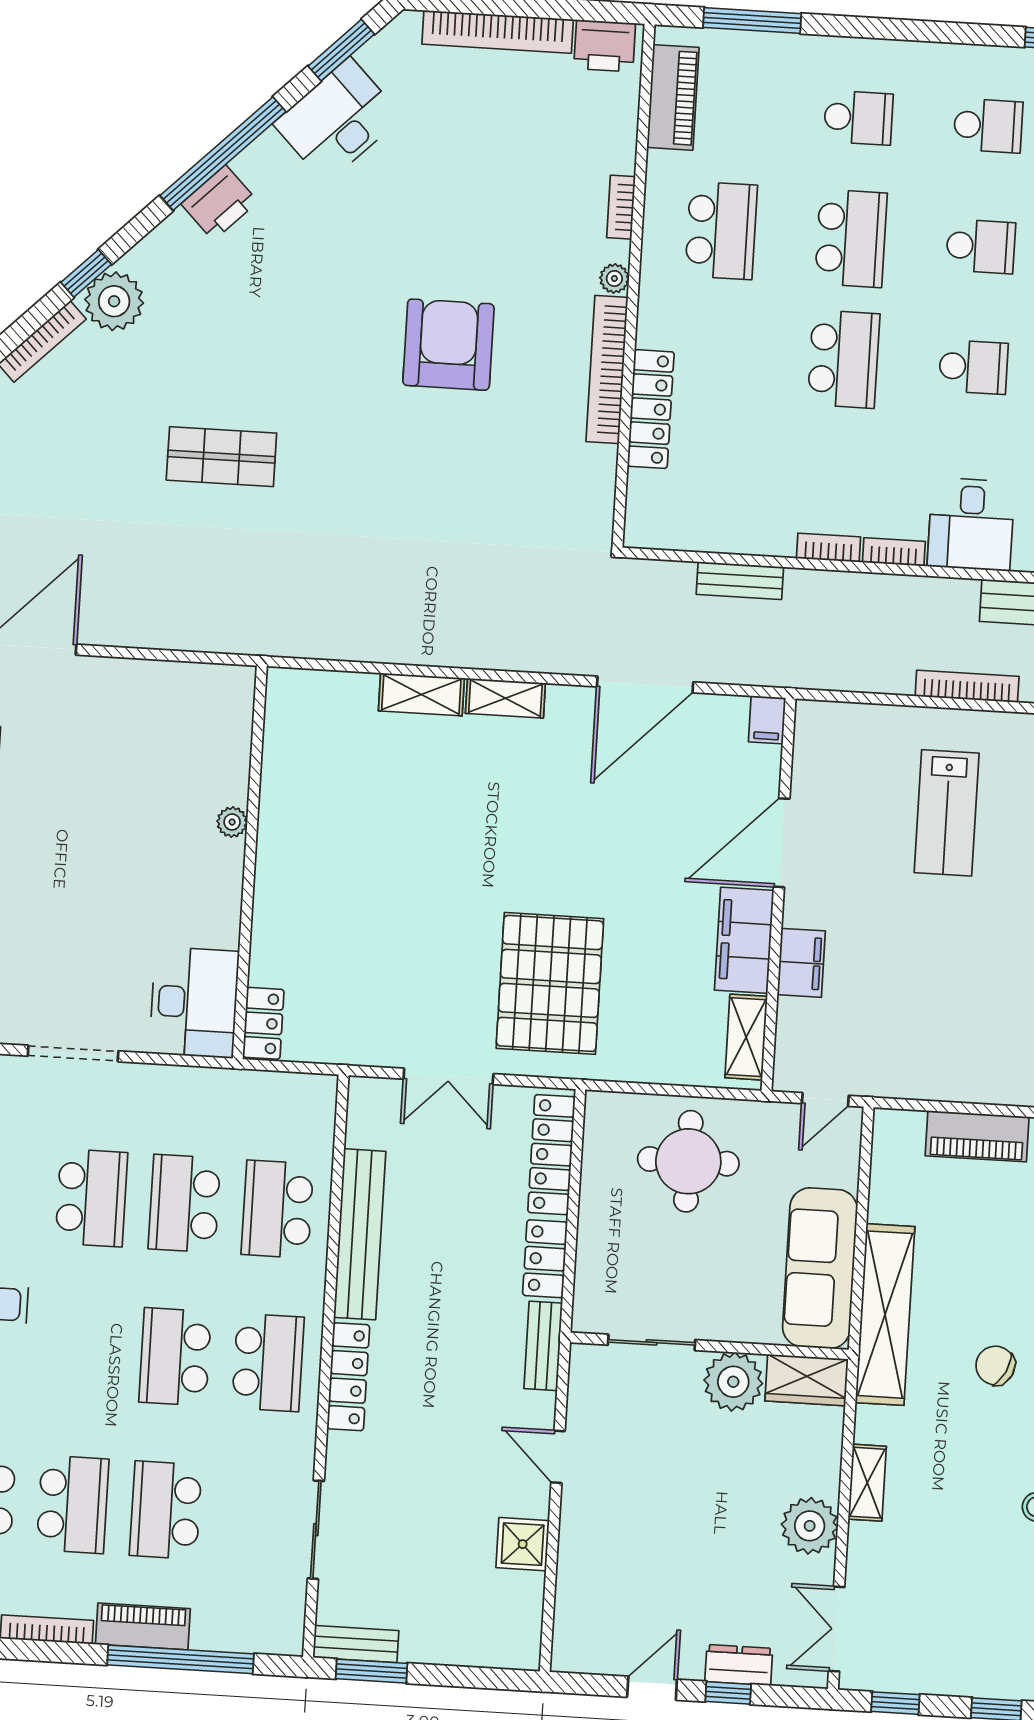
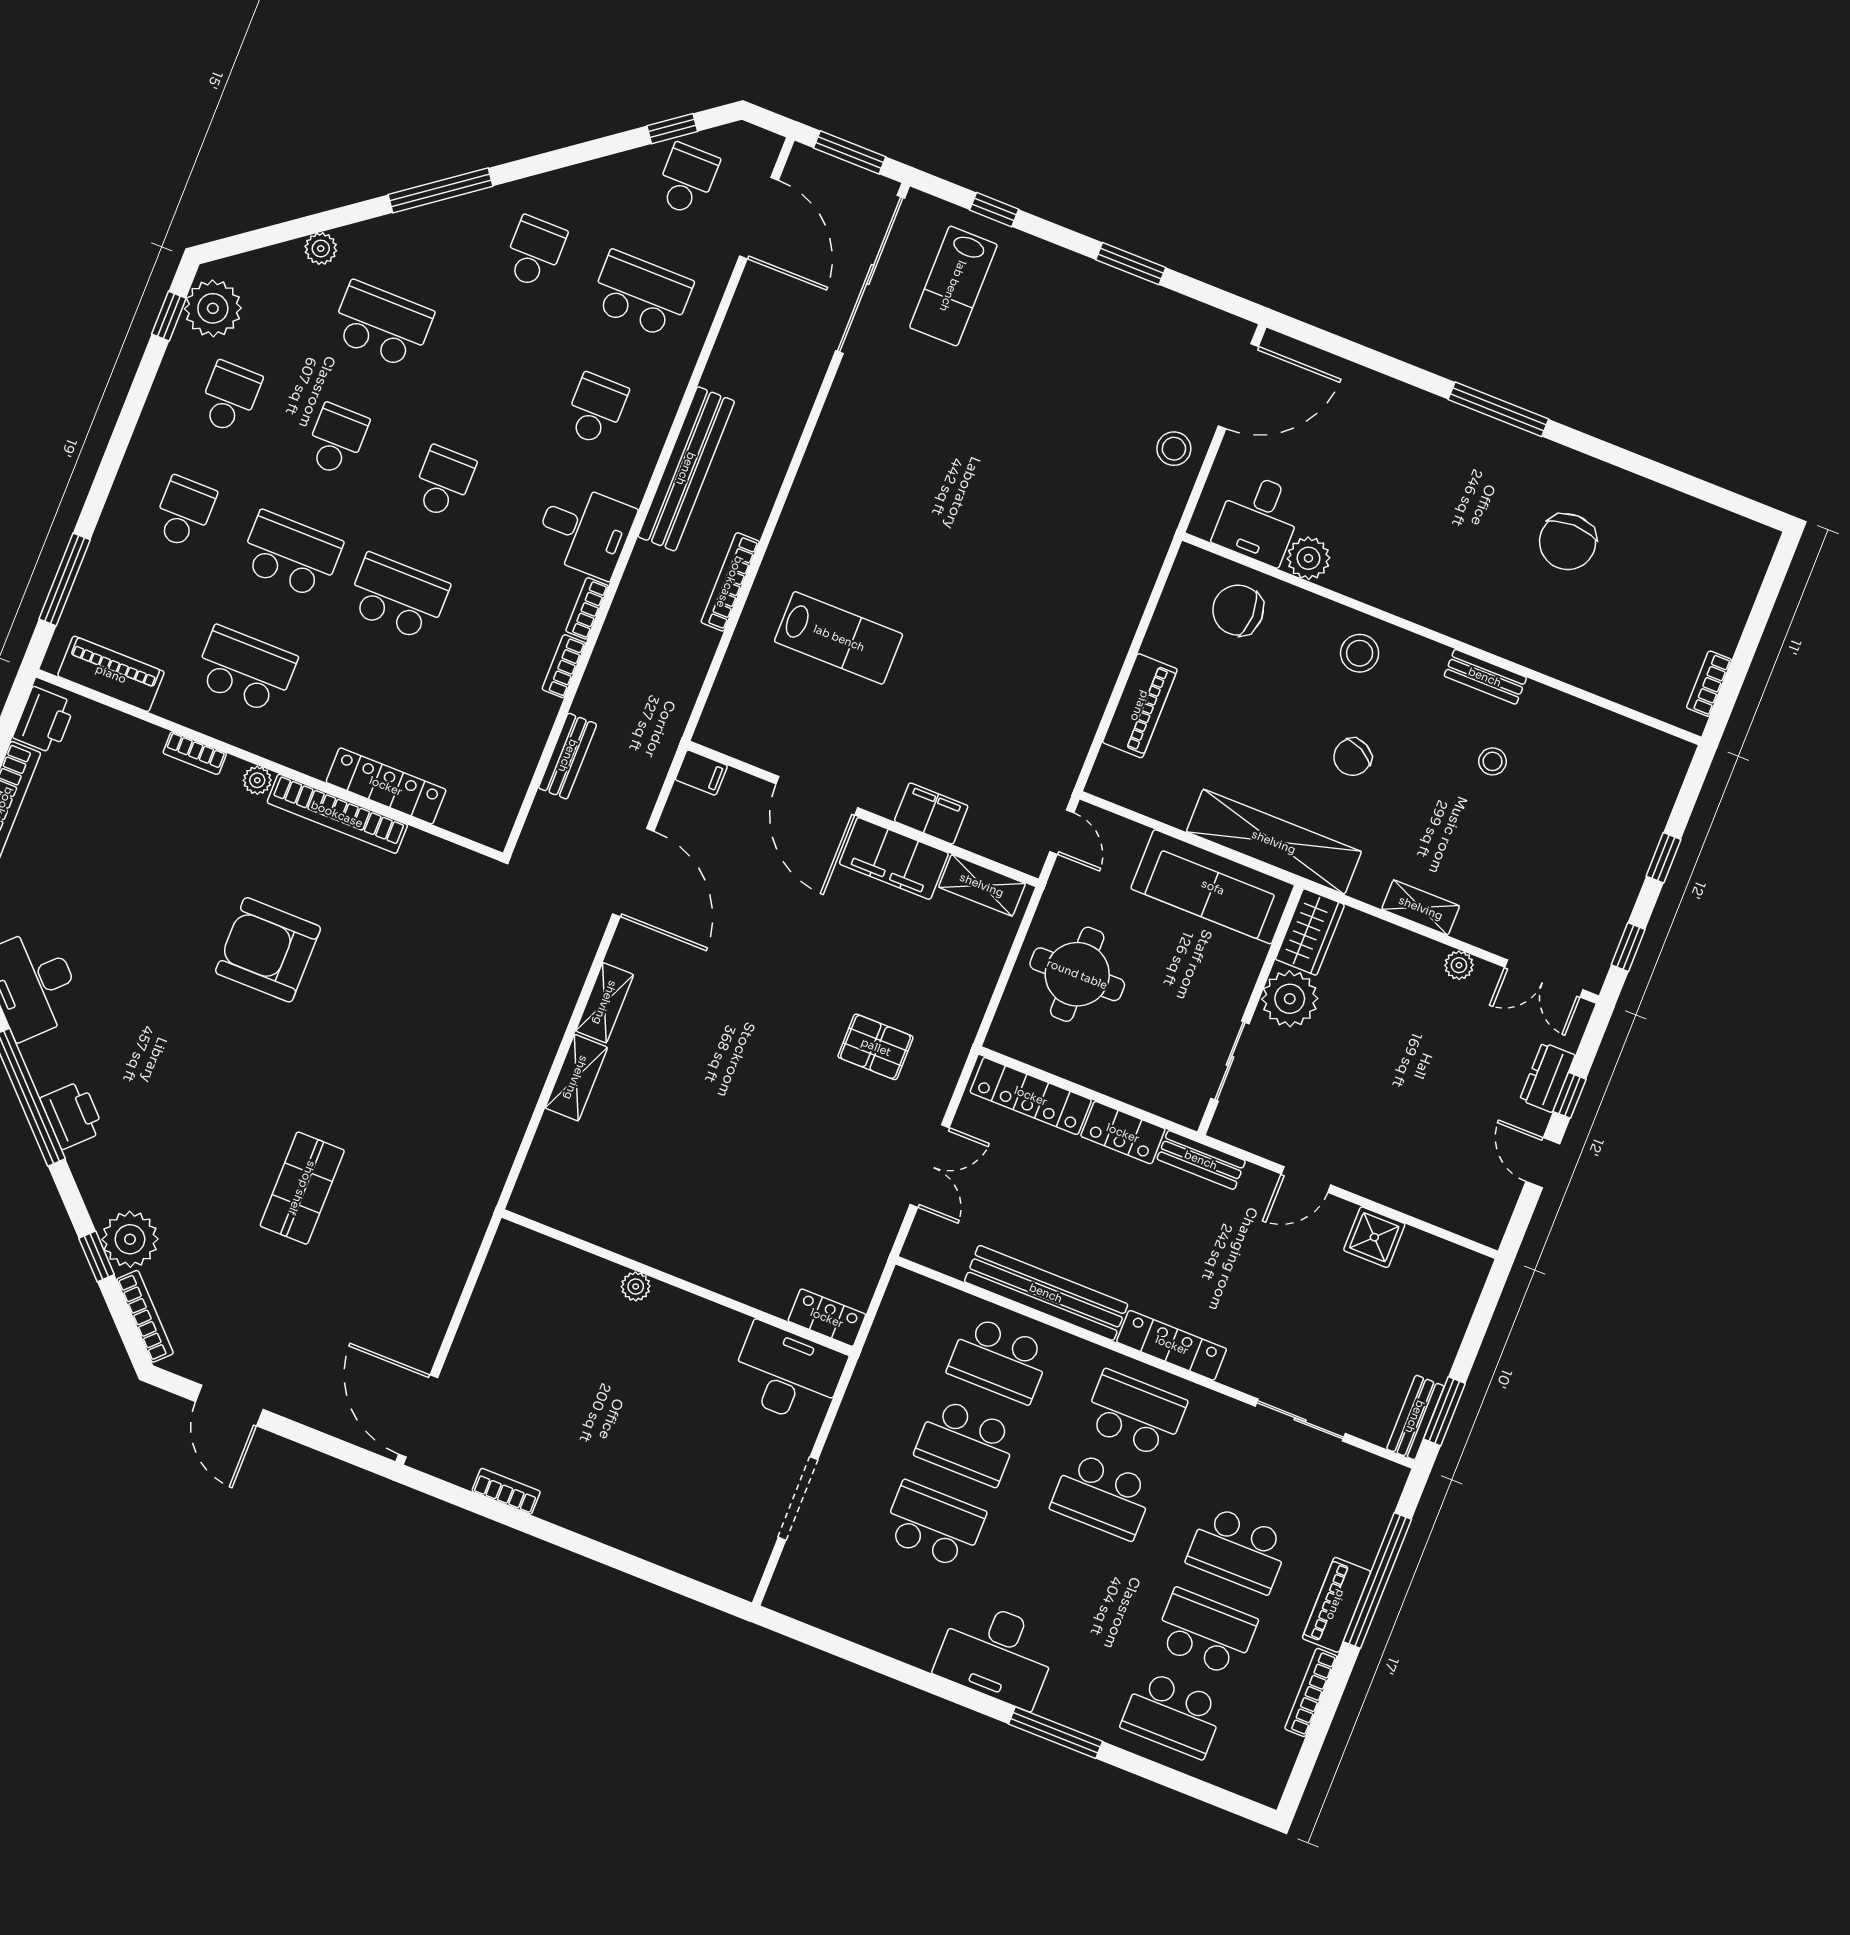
pallet: (550, 983) -> (876, 1047), width x0.49, depth x0.50
plant: (810, 1526) -> (1459, 965), width x0.53, depth x0.53

